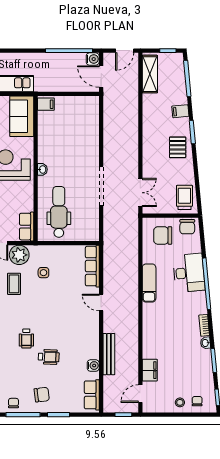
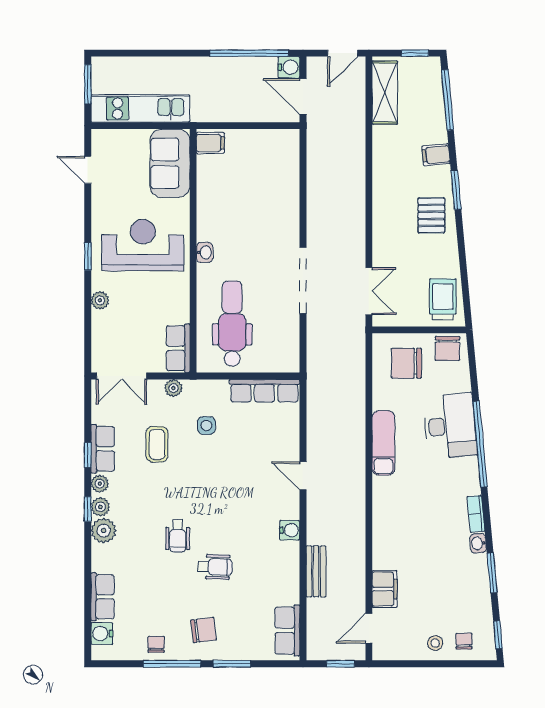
plant: (19, 255) -> (173, 388), width x0.53, depth x0.53
row of seats: (92, 266) -> (264, 391), moved, turned -90
bench: (109, 354) -> (316, 571), width x0.73
water cooler: (93, 366) -> (290, 530), moved

